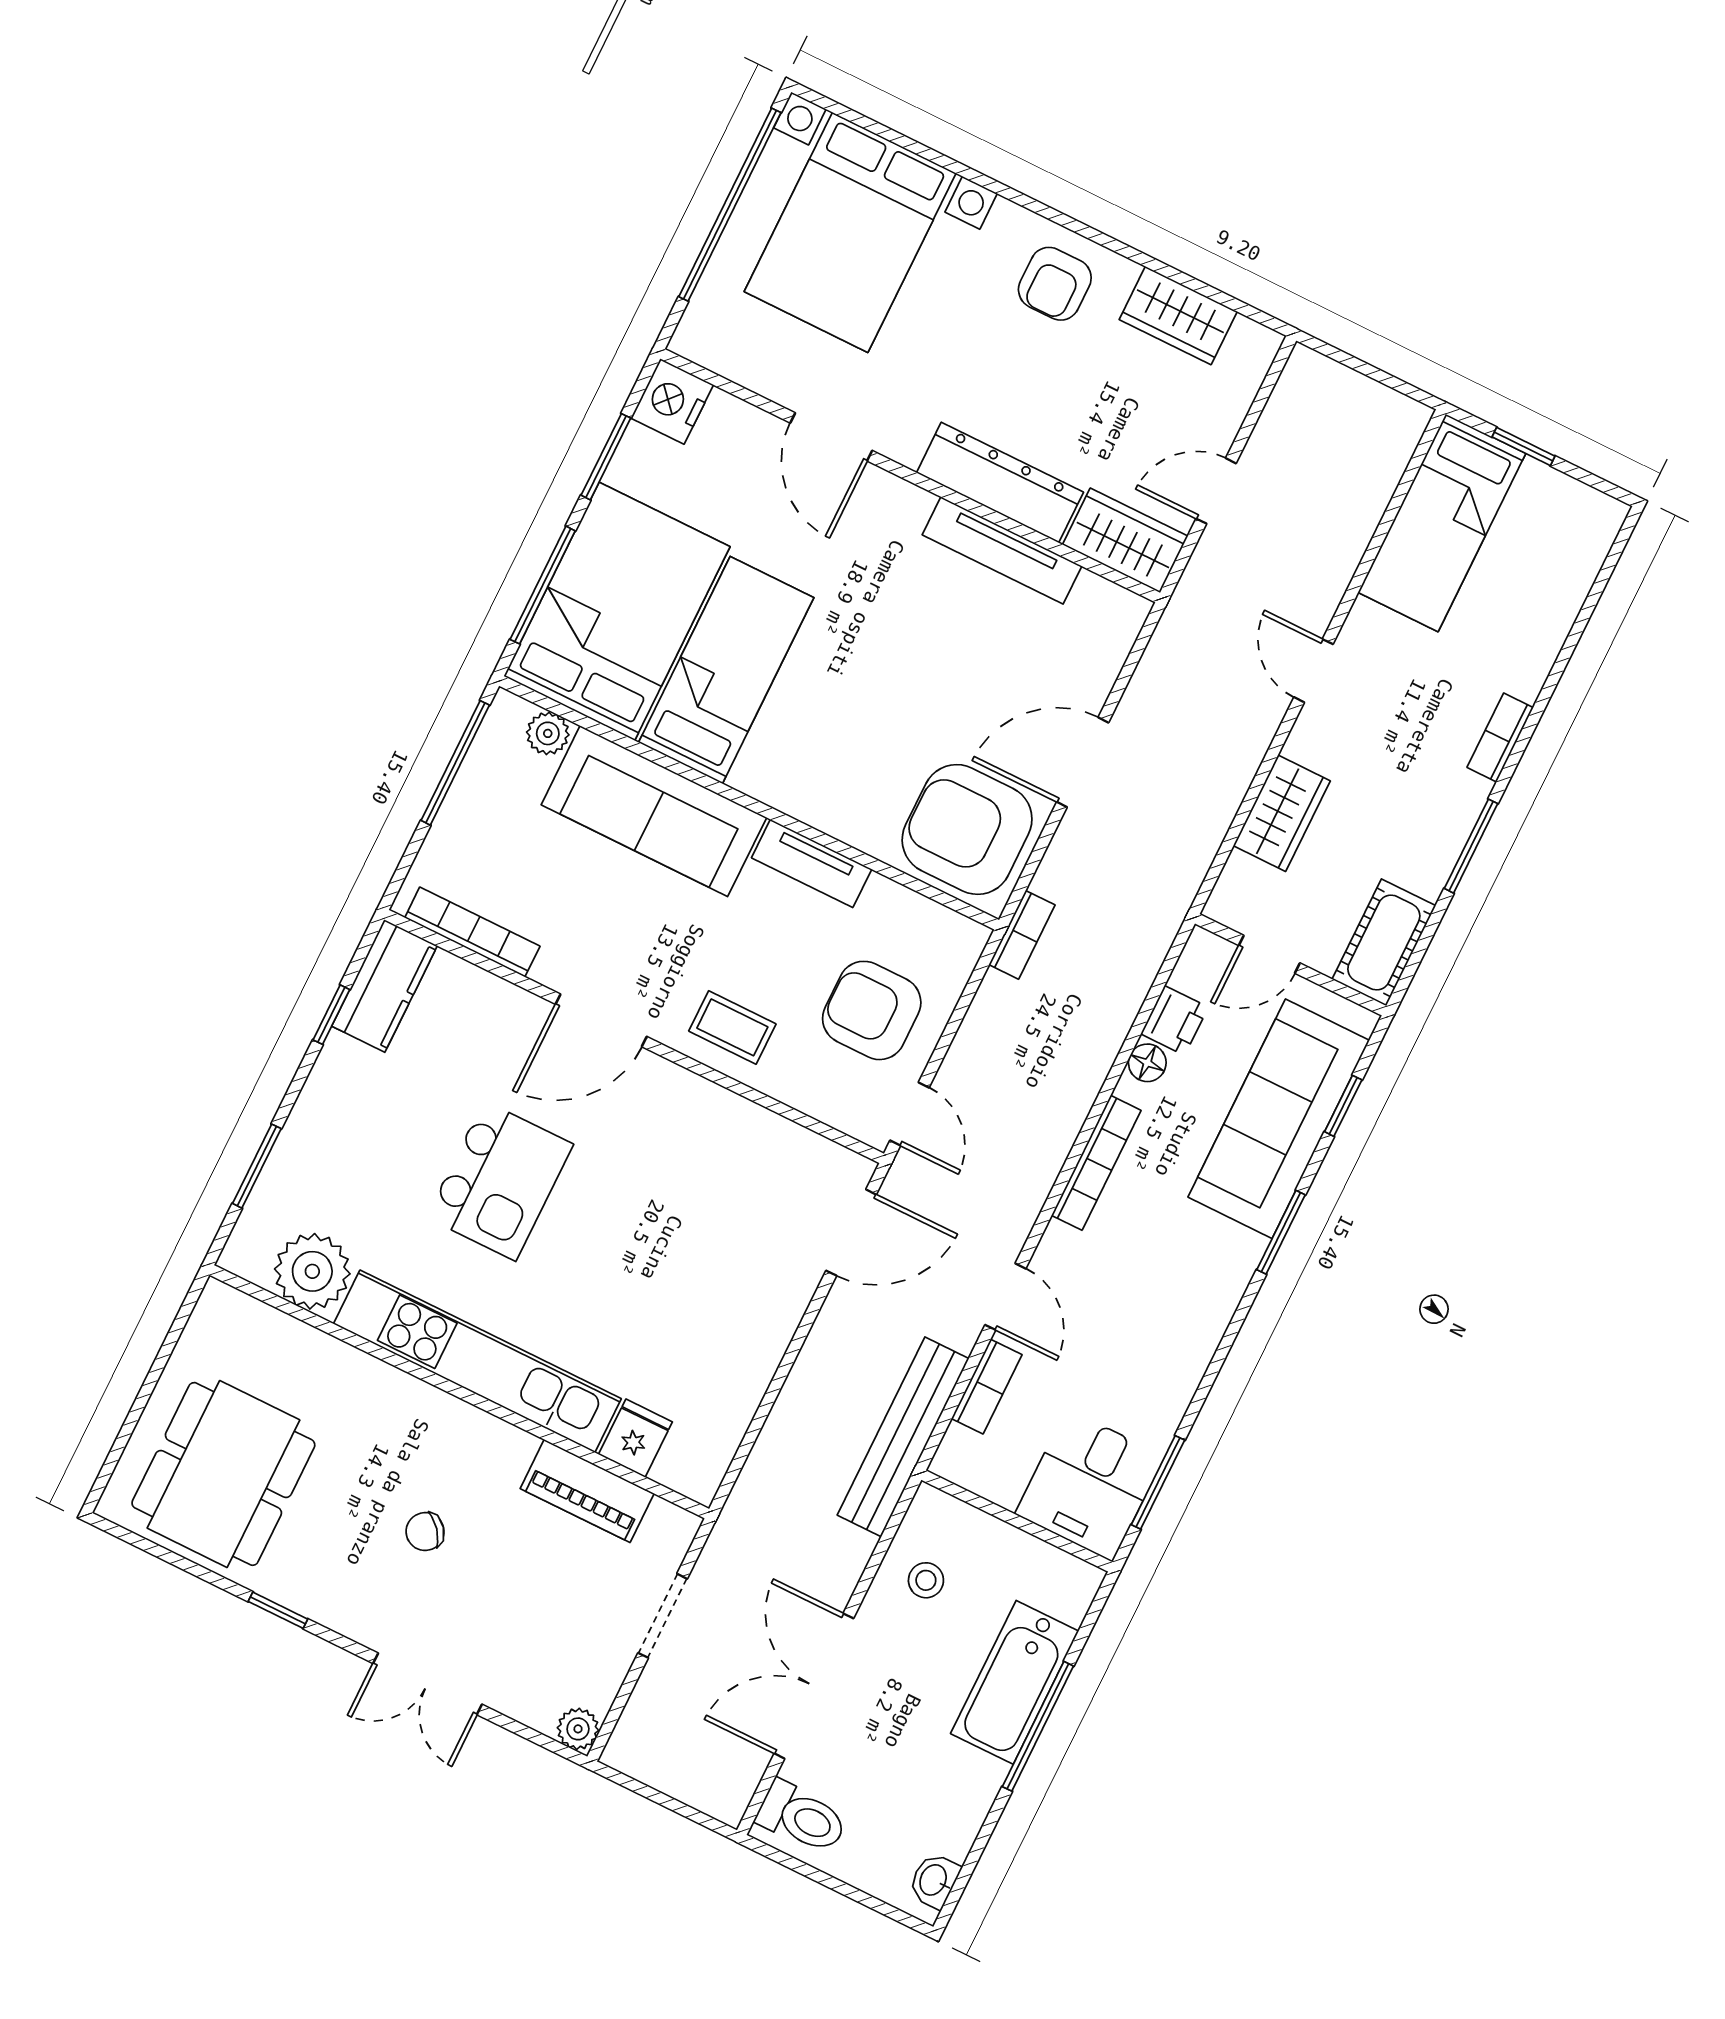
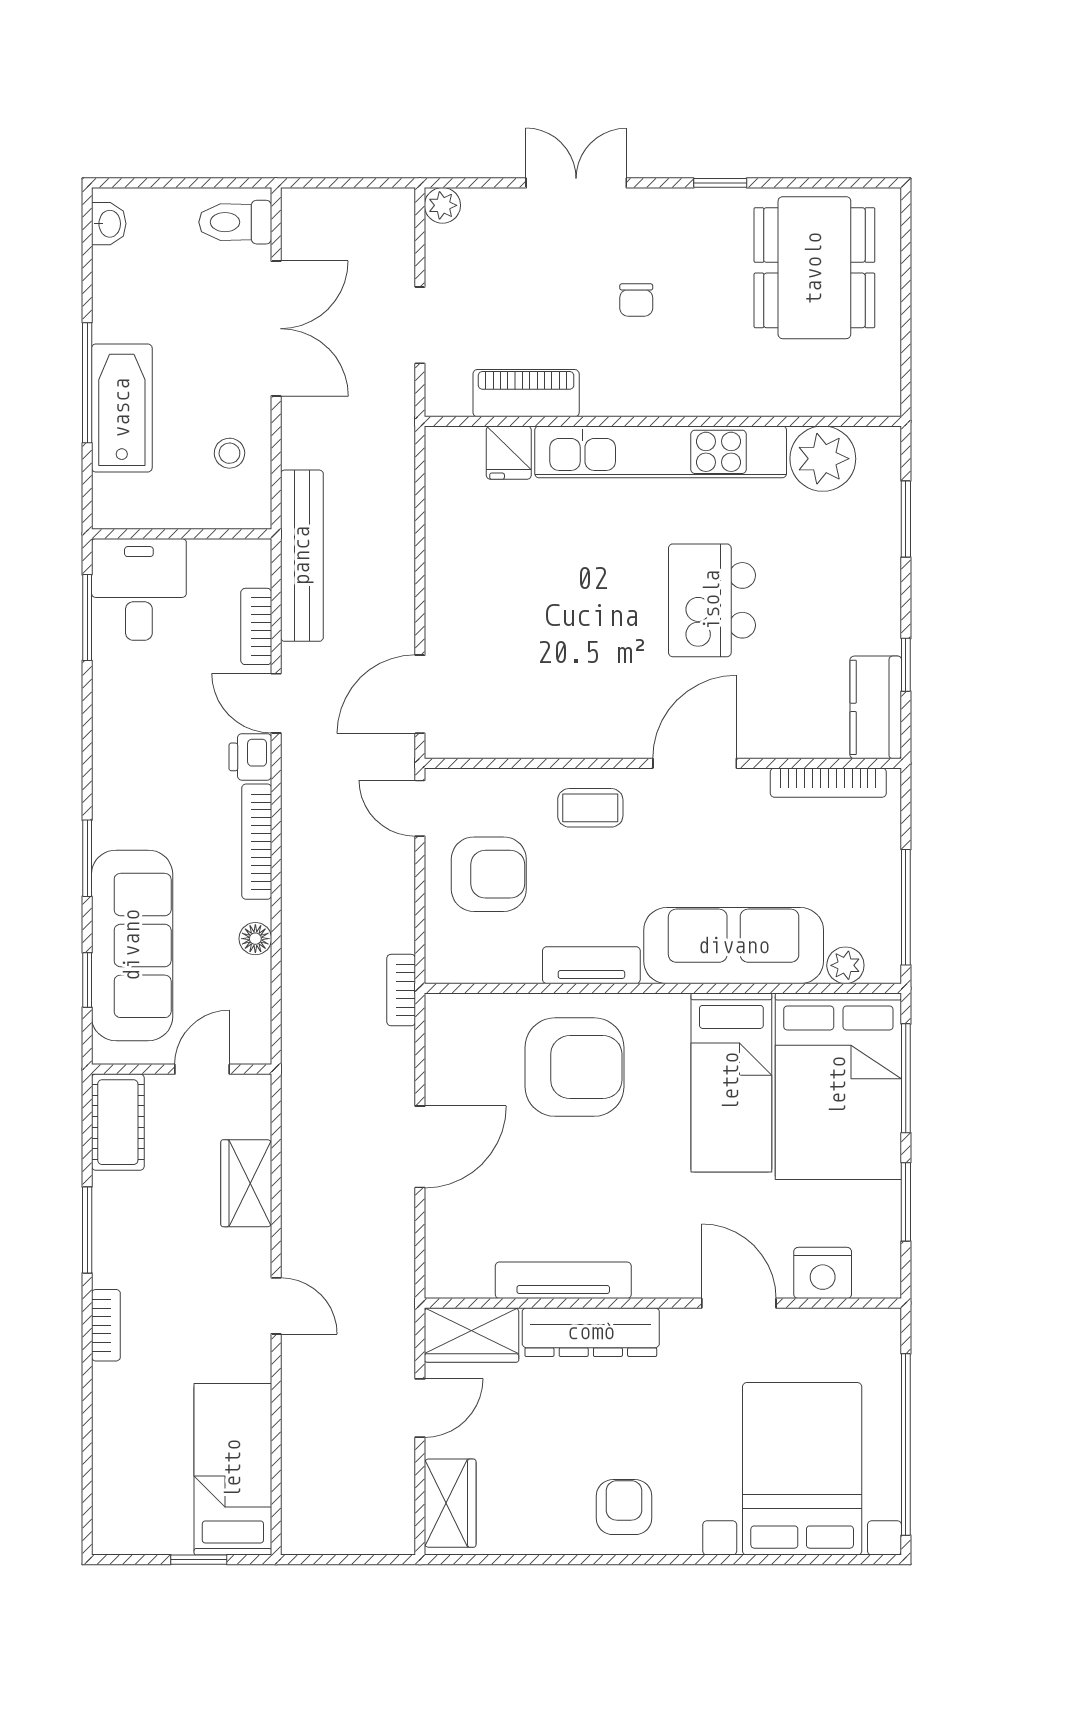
wardrobe: (1178, 316) -> (450, 1503), moved, turned 90
nightstand: (672, 401) -> (823, 1273), moved, turned 90
armchair: (967, 829) -> (574, 1067), moved
printer: (1175, 1020) -> (250, 757), moved
chair: (425, 1532) -> (636, 300), turned 129

